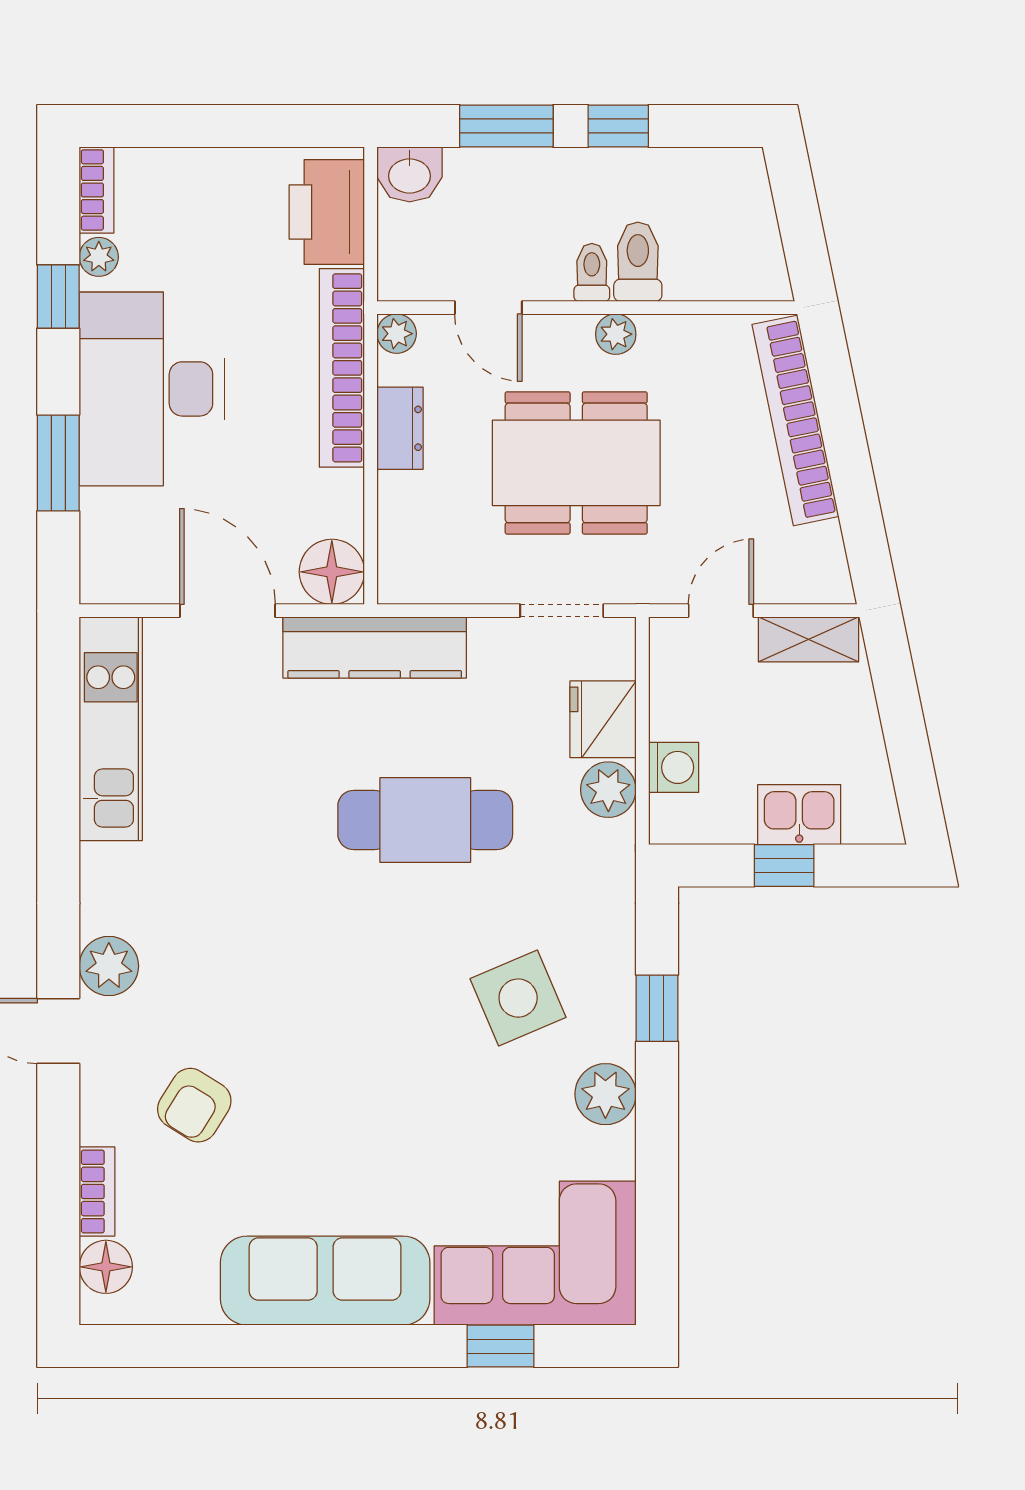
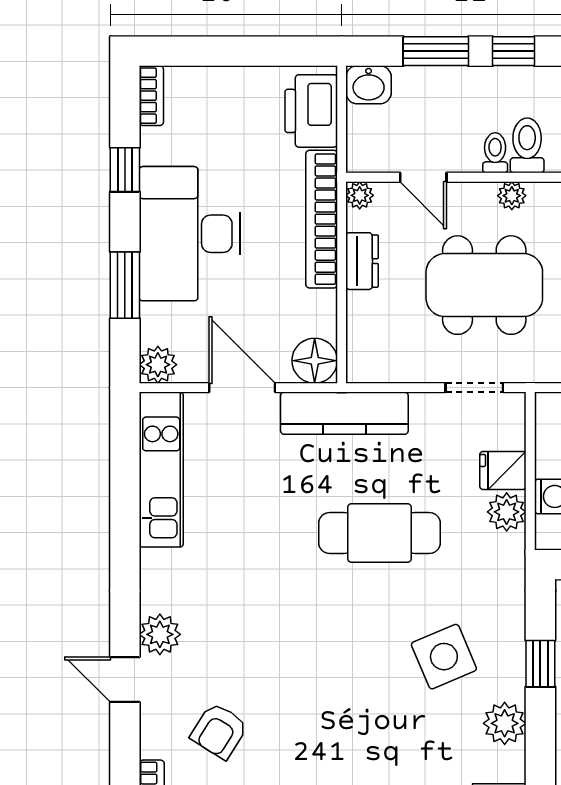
plant: (99, 257) -> (158, 365), moved, width x1.38, depth x1.38
fridge: (603, 719) -> (503, 471), width x0.72

